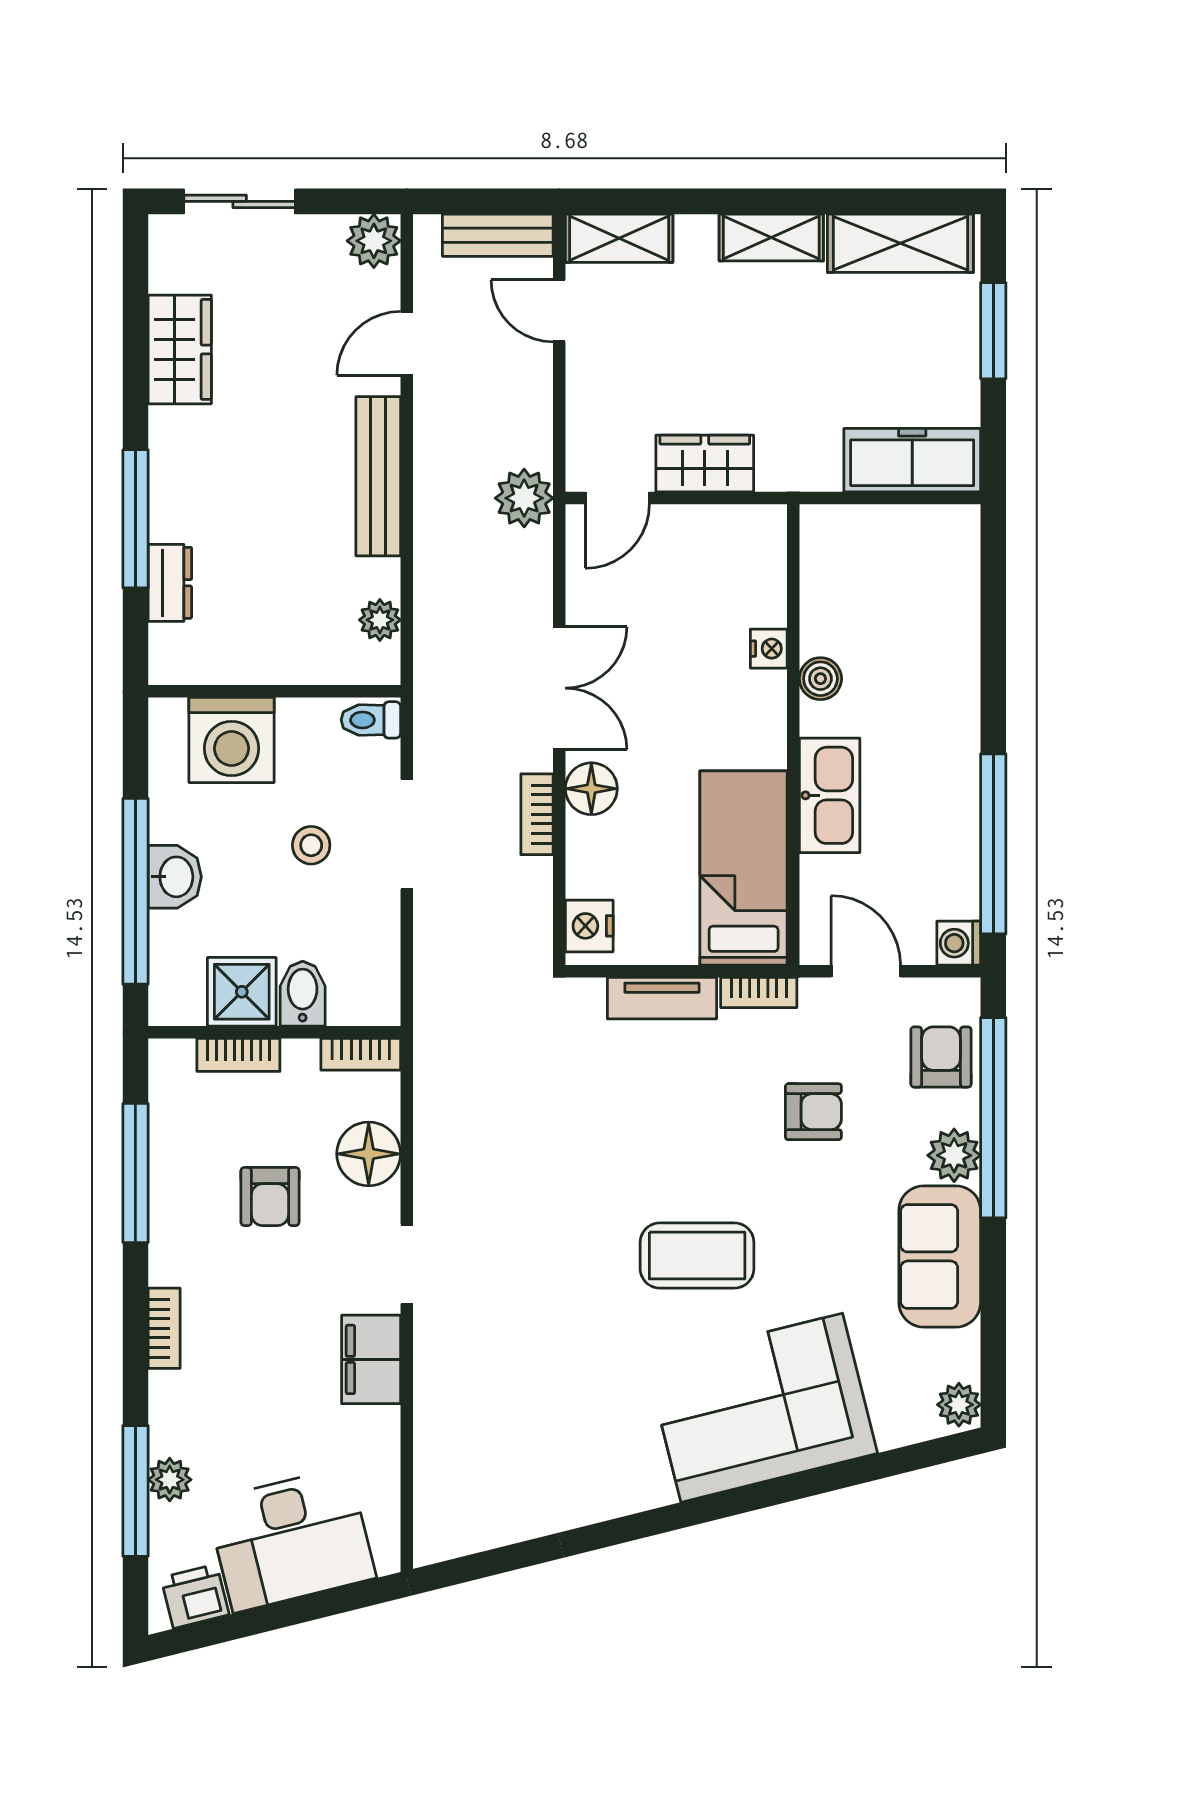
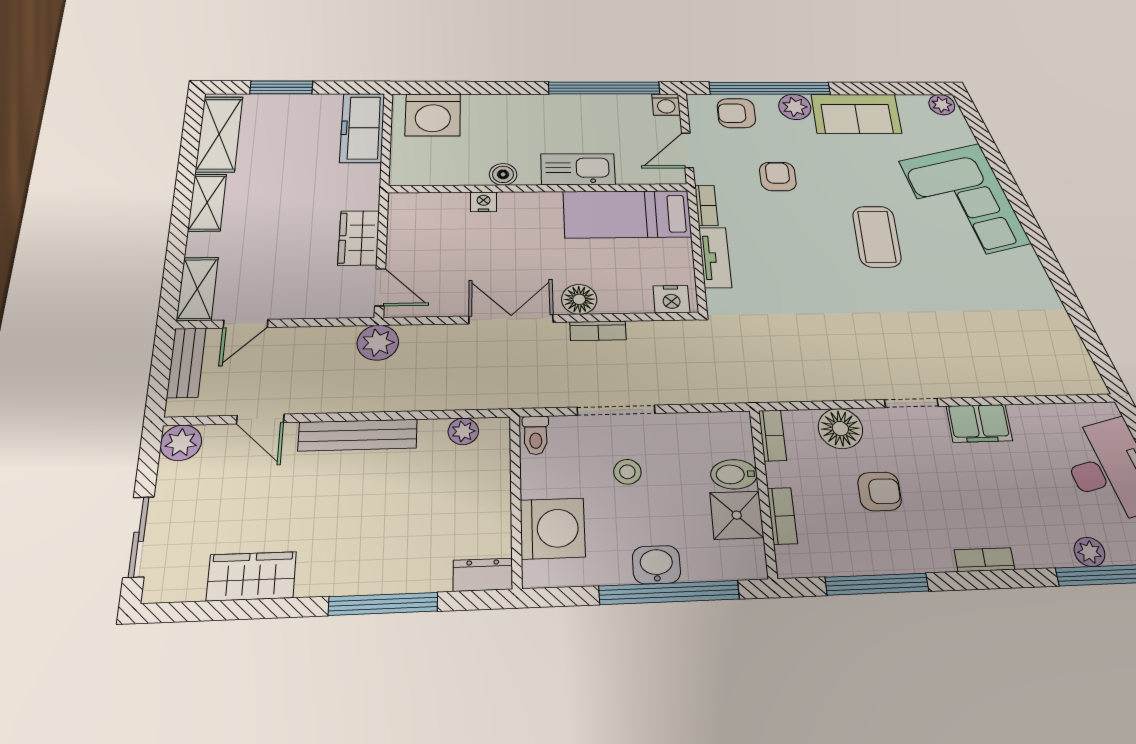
washing machine: (938, 569) -> (433, 115), added
dresser: (170, 583) -> (483, 575), moved

